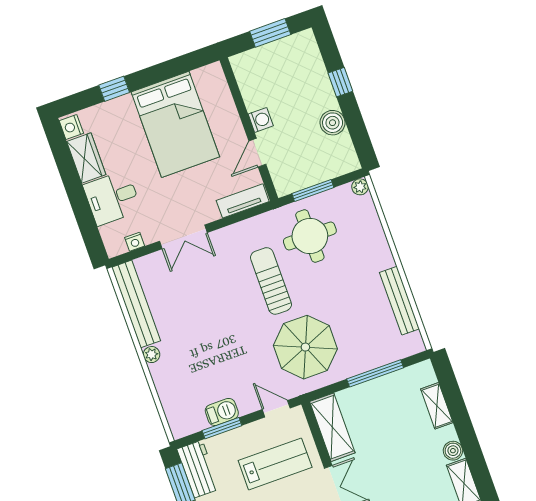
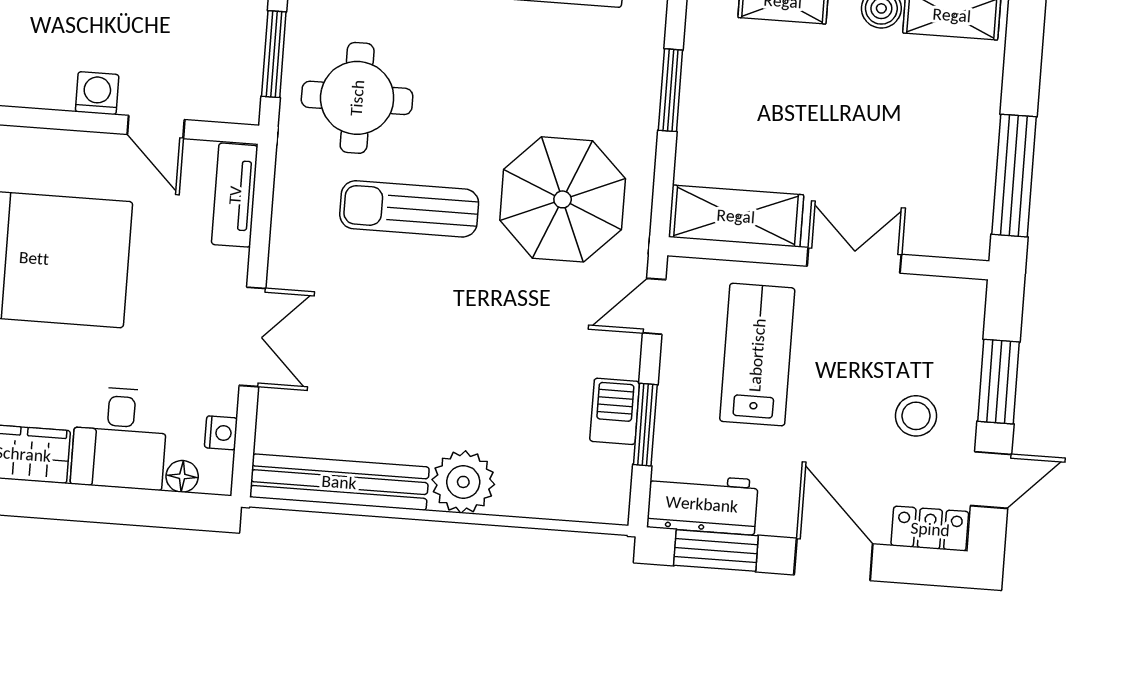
floor lamp: (108, 233) -> (182, 476), added
plant: (152, 355) -> (463, 482), width x1.88, depth x1.88
window: (375, 373) -> (670, 90), width x0.69

